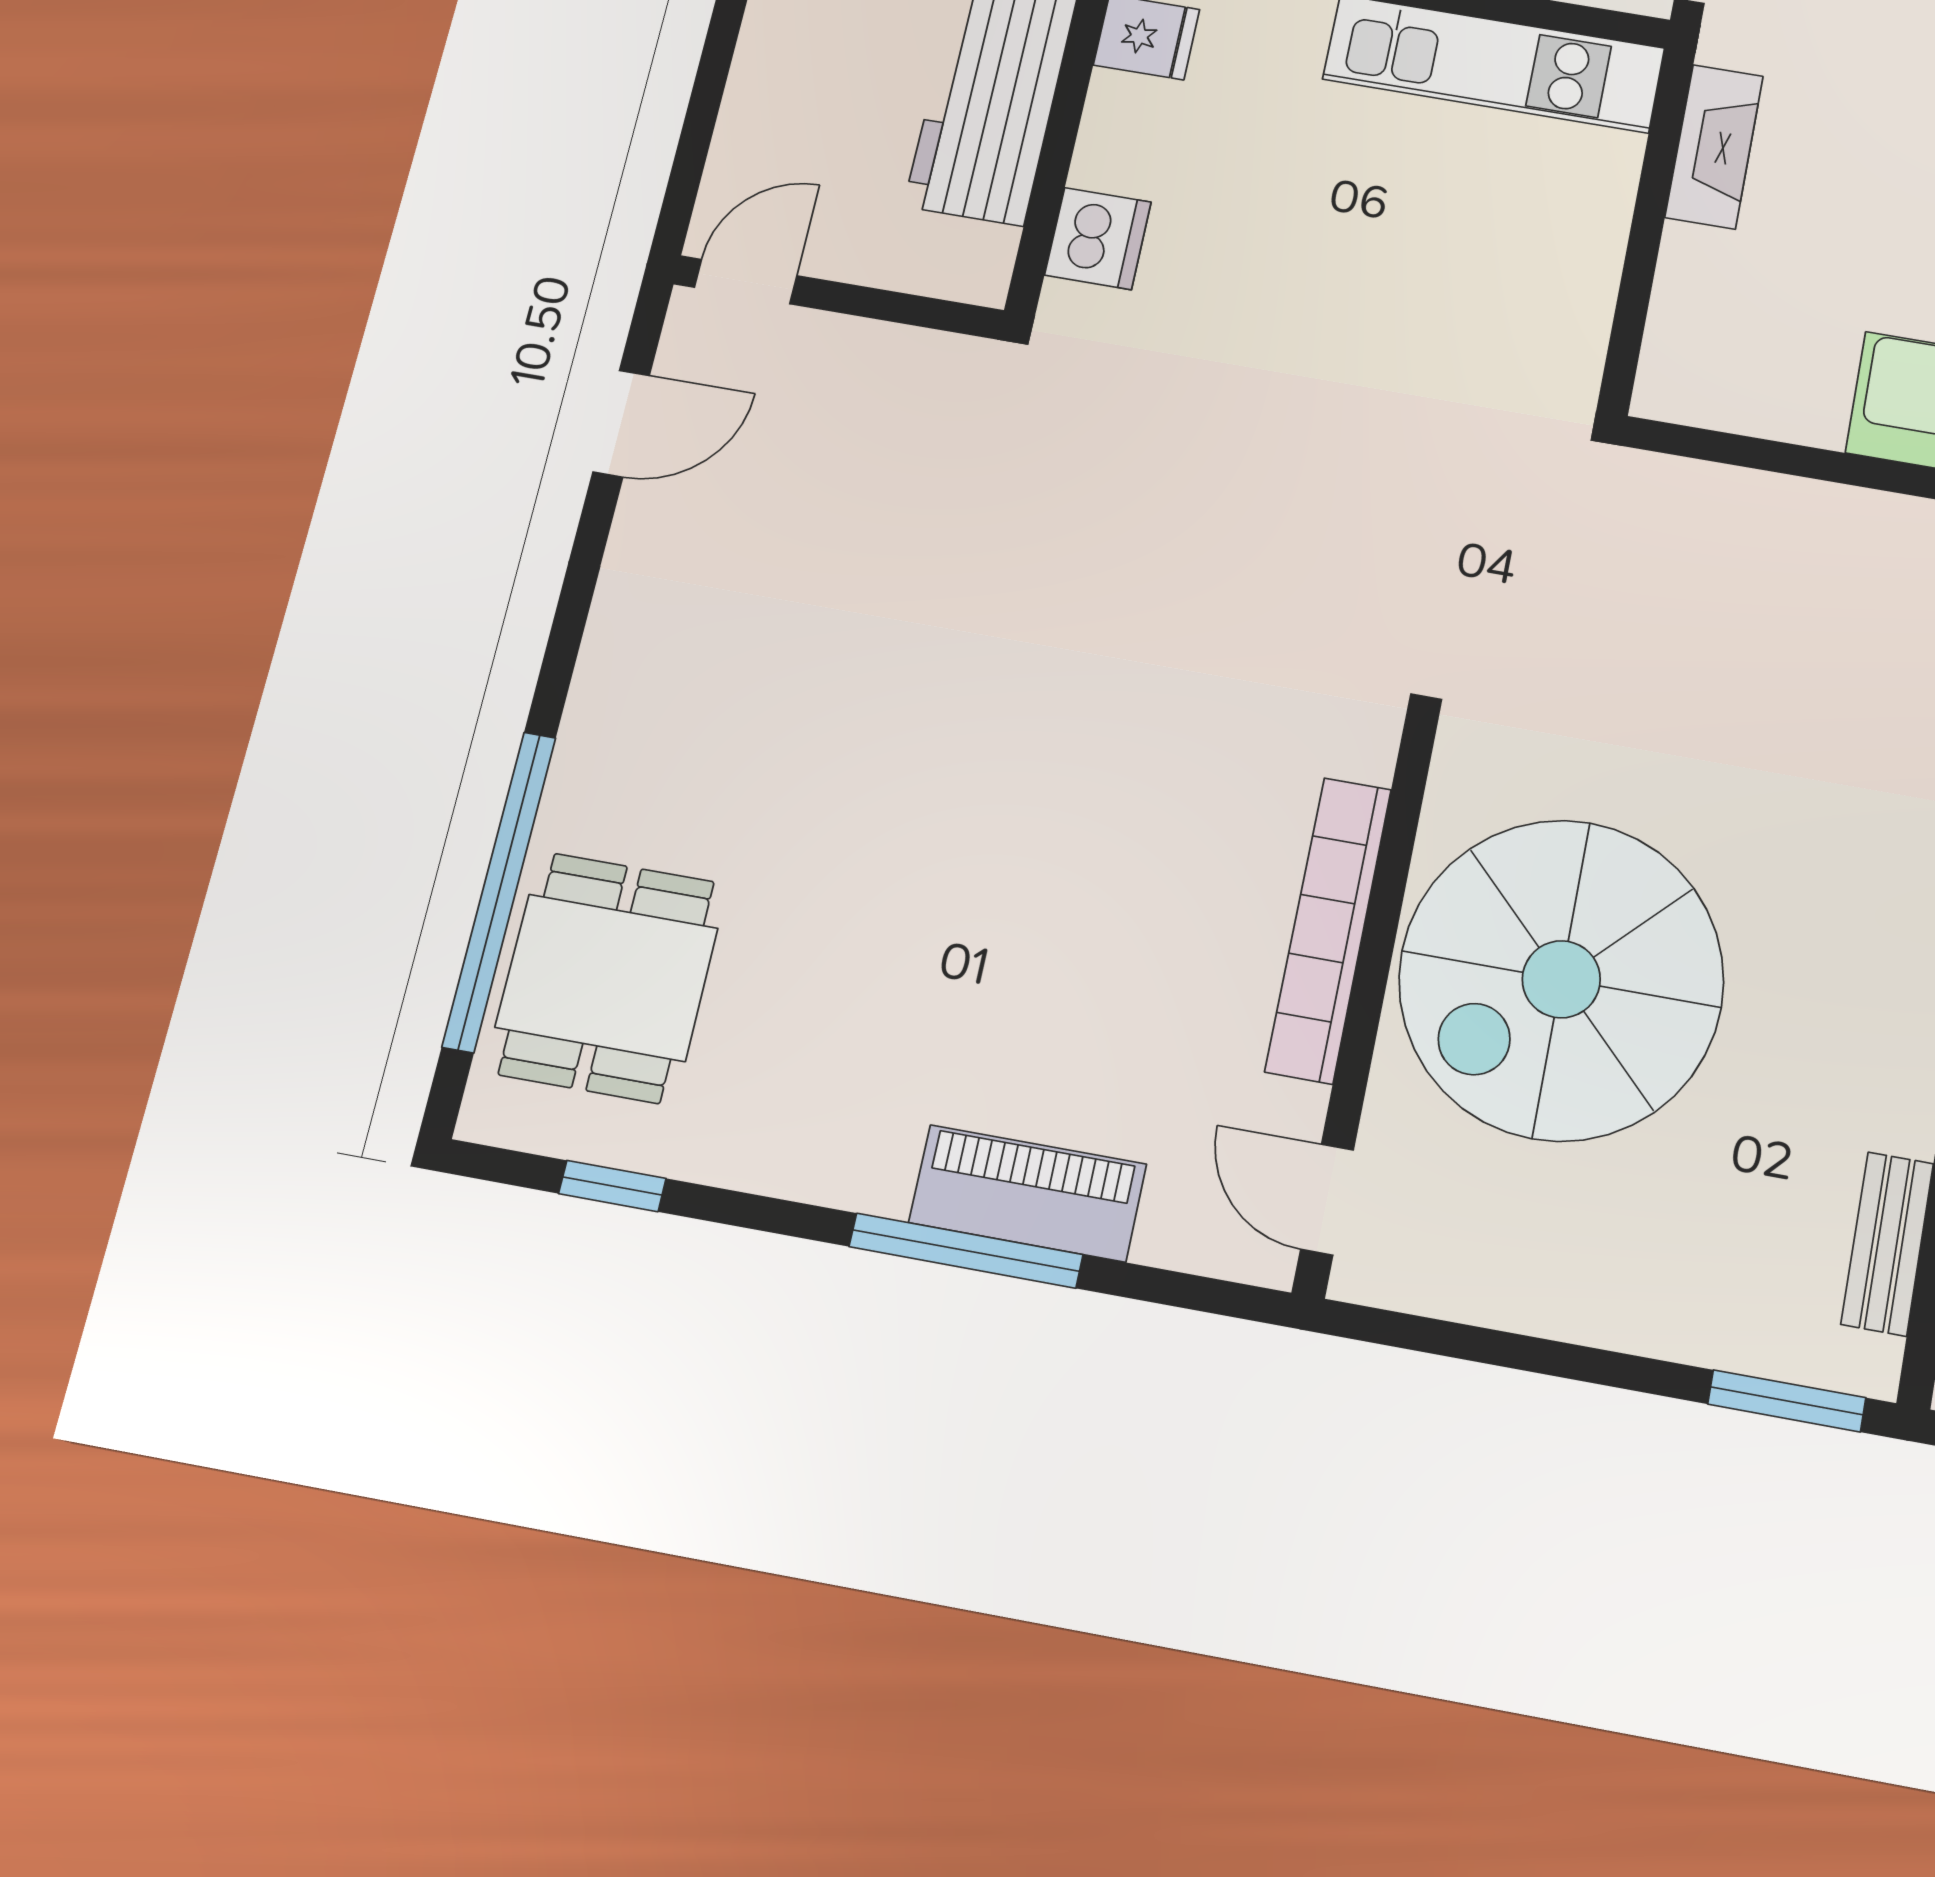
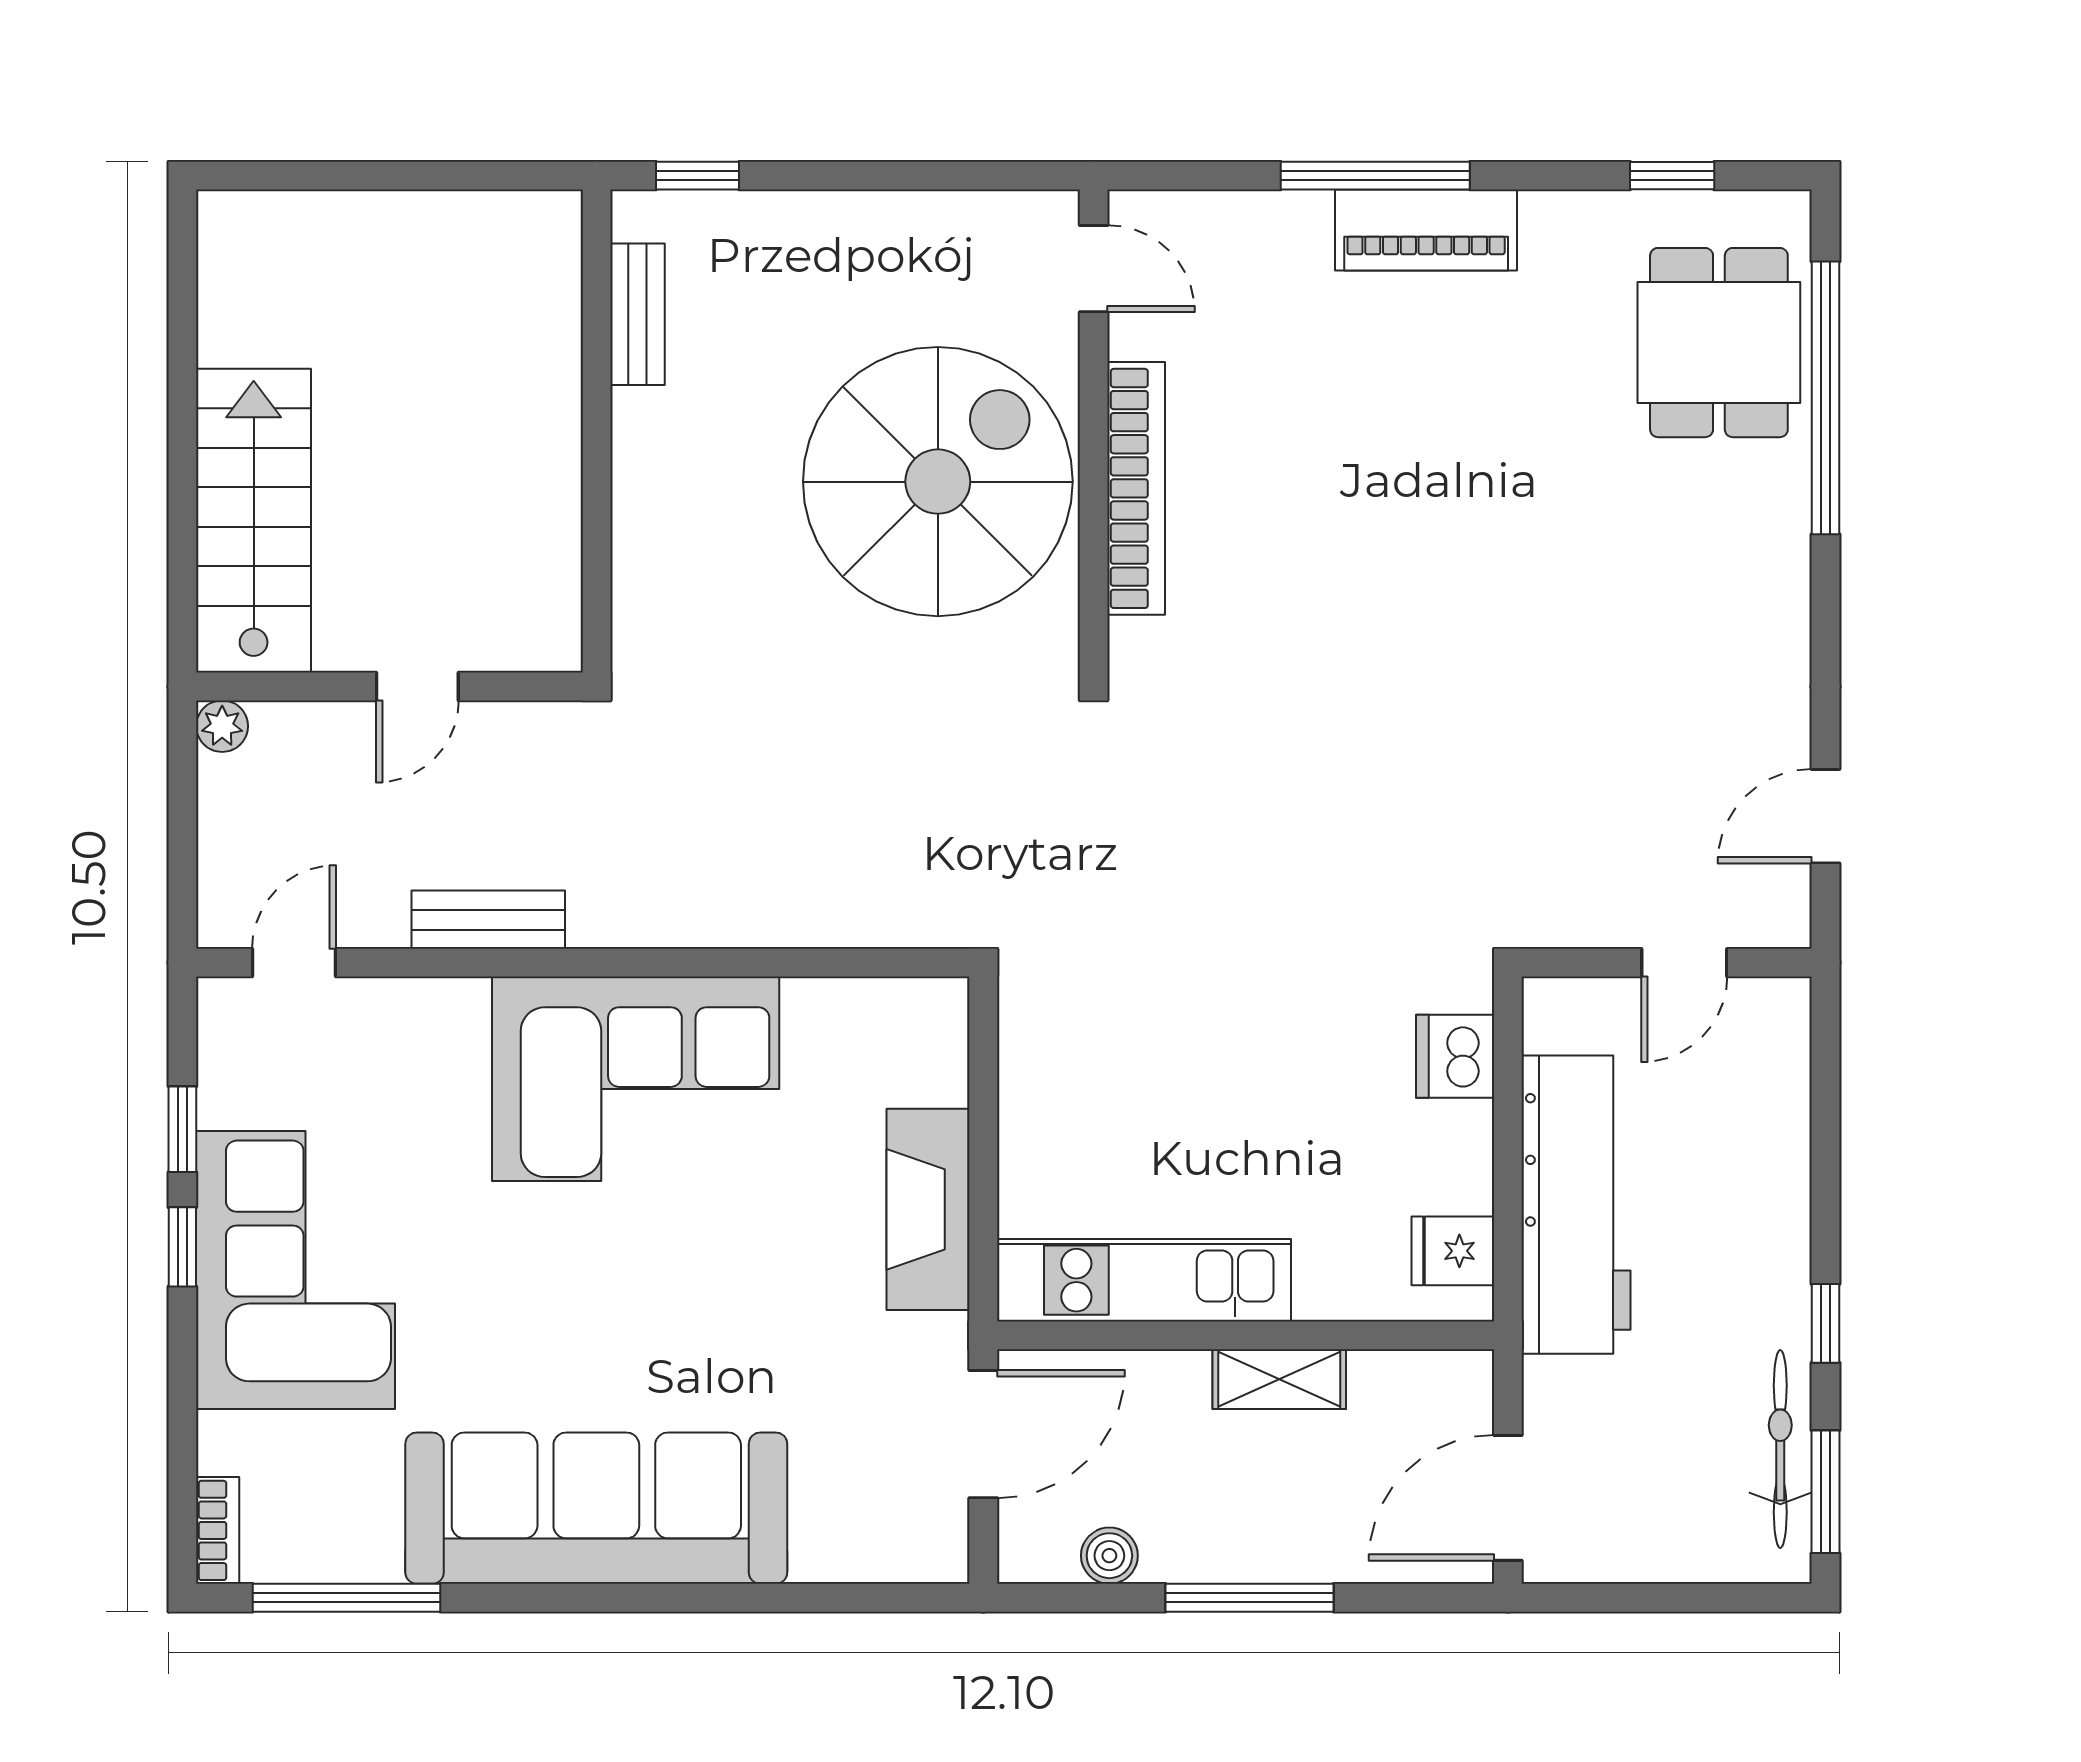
fireplace: (1714, 147) -> (928, 1209), width x1.37, depth x1.32
door: (746, 282) -> (1684, 963), moved
piano: (1028, 1193) -> (1426, 230), moved
window: (1787, 1401) -> (698, 176), width x0.67

